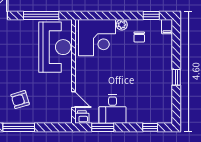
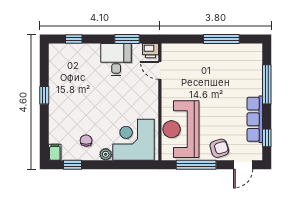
armchair: (20, 100) -> (219, 148), moved

